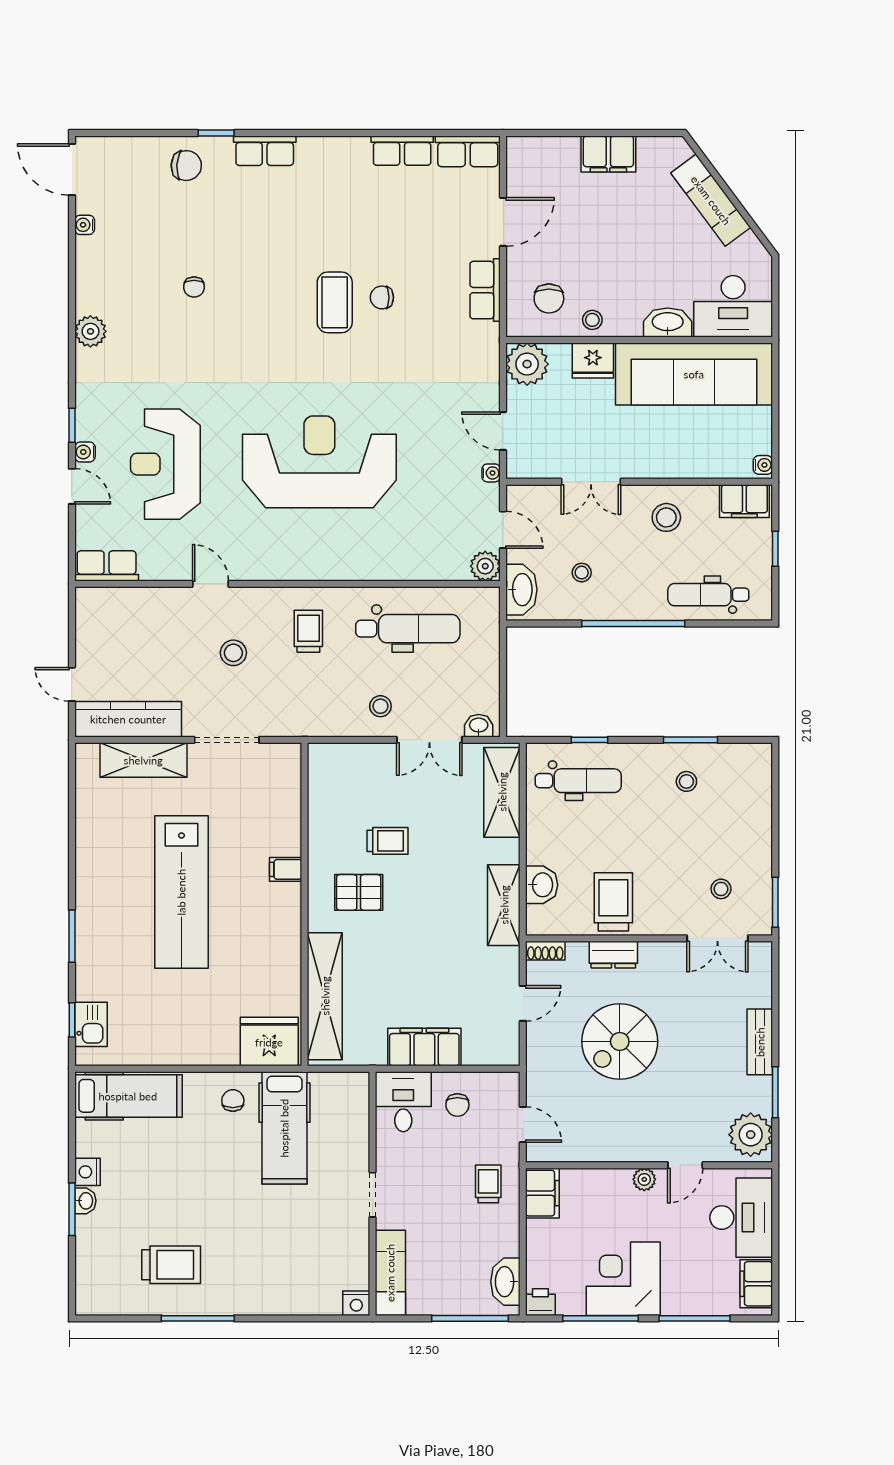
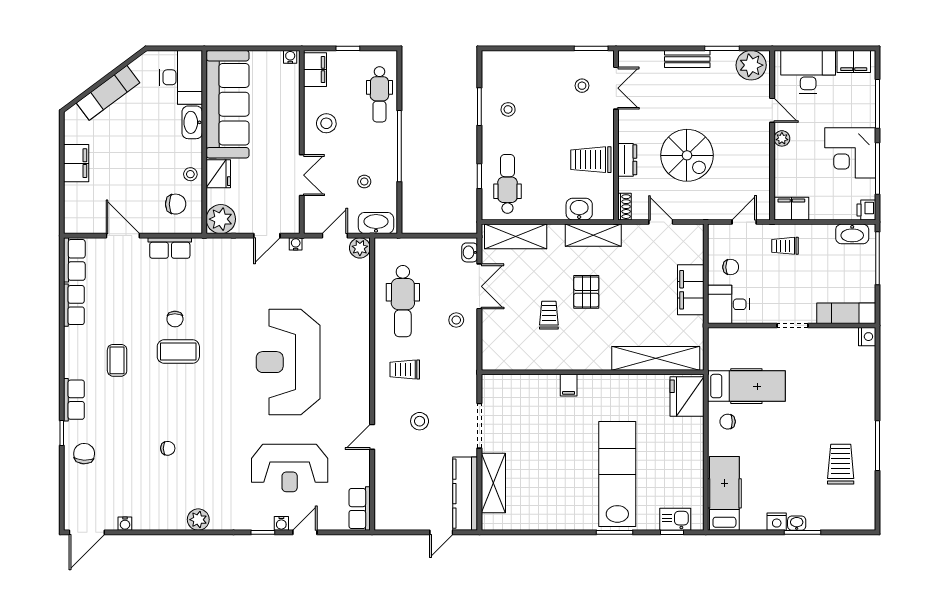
coffee table: (322, 213) -> (117, 360), added
dental chair: (408, 629) -> (403, 301), turned 180
lab bench: (181, 892) -> (617, 474), moved, turned -90
pallet: (359, 892) -> (586, 292), moved

